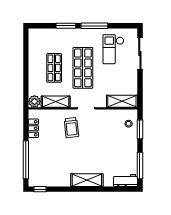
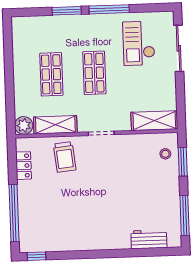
shop shelf: (83, 68) -> (94, 73), width x0.70, depth x0.74
trolley: (71, 128) -> (65, 157), moved
shelving: (87, 180) -> (106, 240), removed
workbench: (126, 180) -> (149, 239), moved

